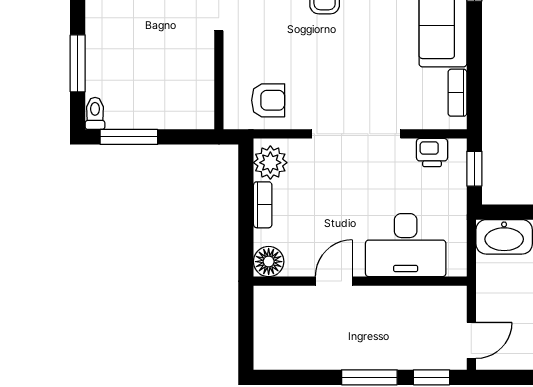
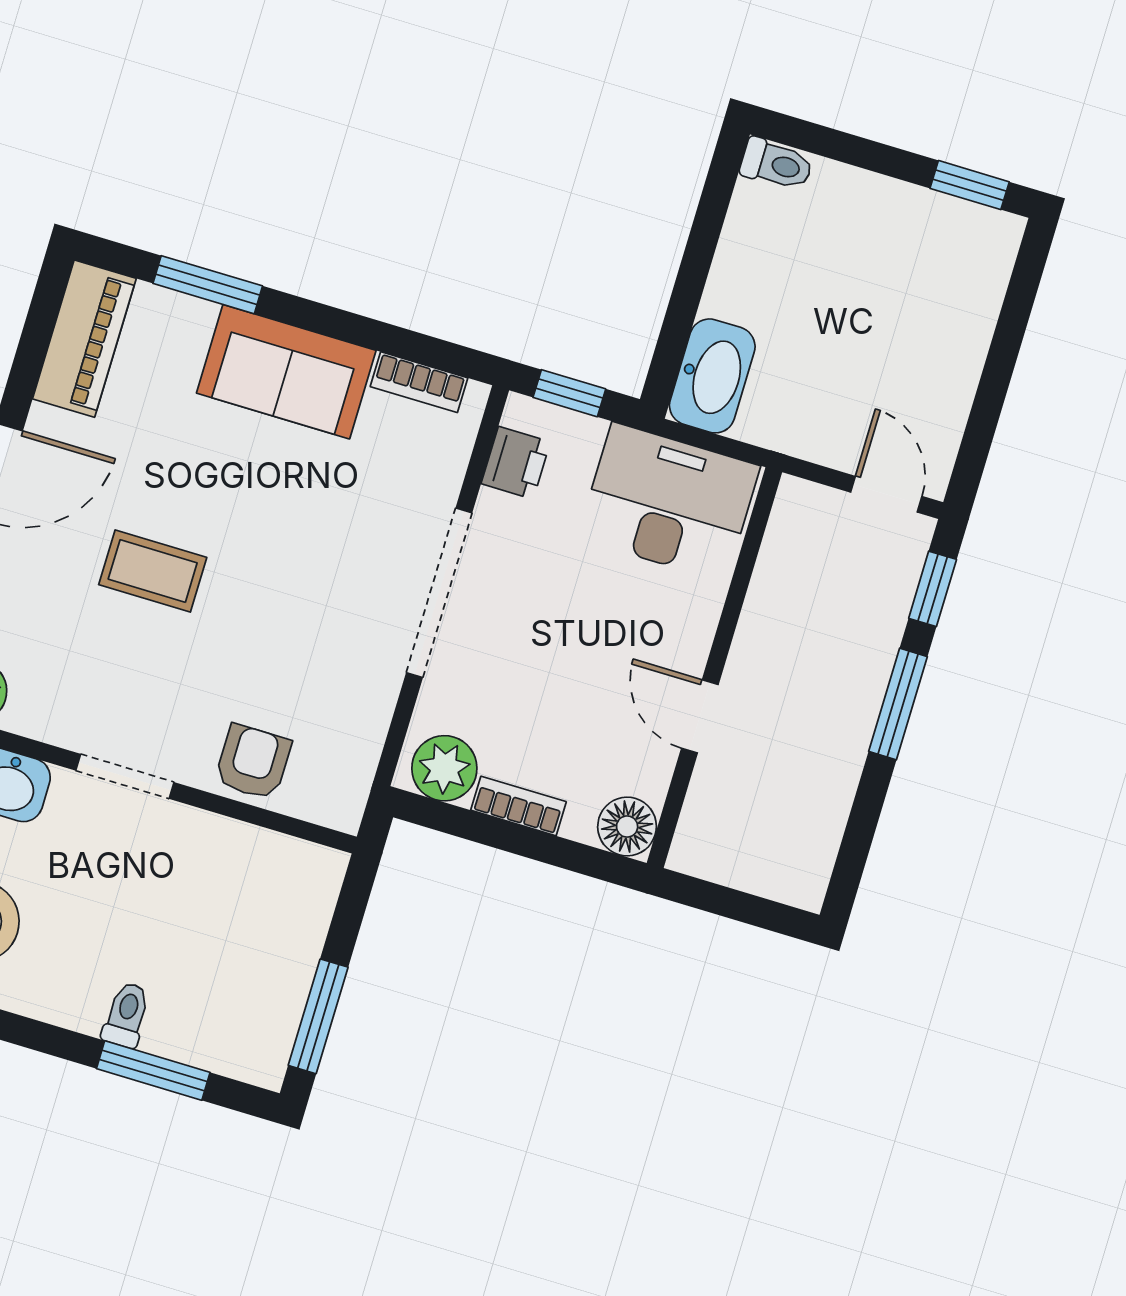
armchair: (268, 100) -> (253, 762), moved
toilet: (95, 113) -> (126, 1015), moved, turned 90
desk: (406, 245) -> (669, 502), moved, turned -90

